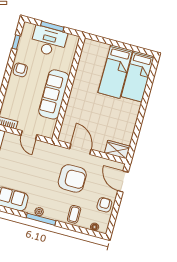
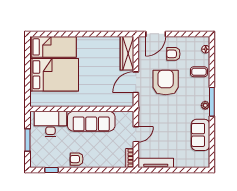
desk: (49, 41) -> (50, 124), moved, turned 90
bed: (115, 72) -> (54, 75), width x1.50
wardrobe: (117, 150) -> (127, 53), width x1.50
armchair: (104, 205) -> (173, 54), moved

